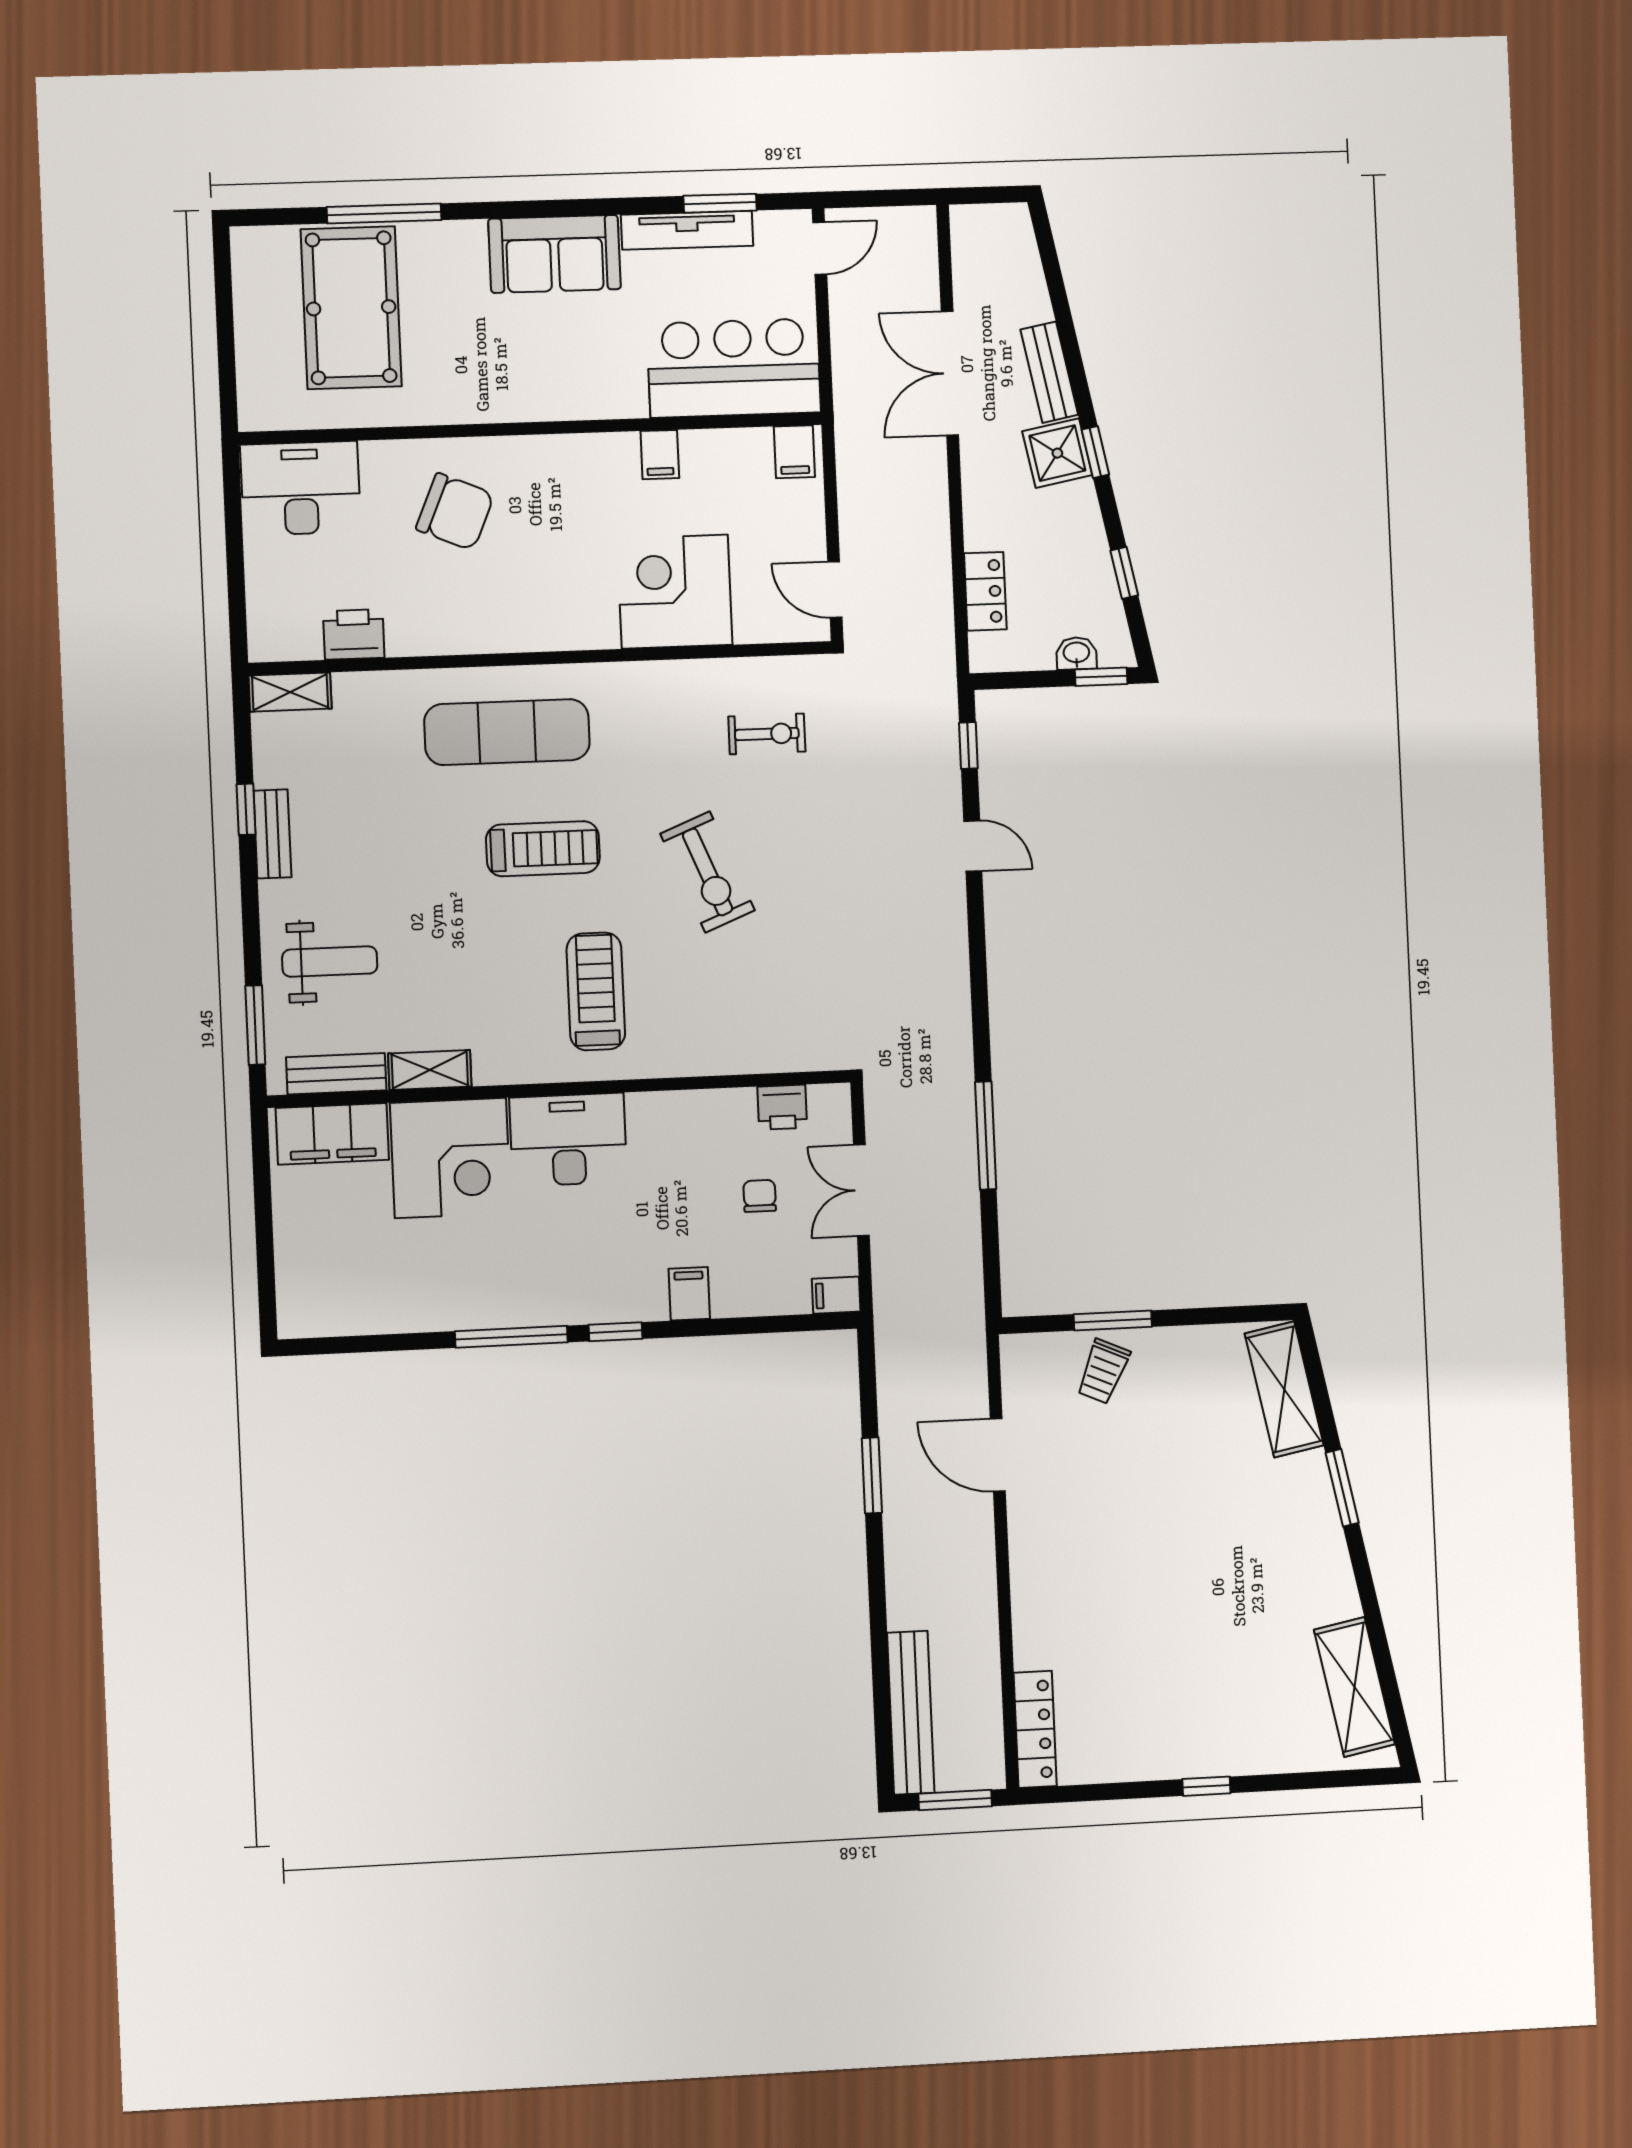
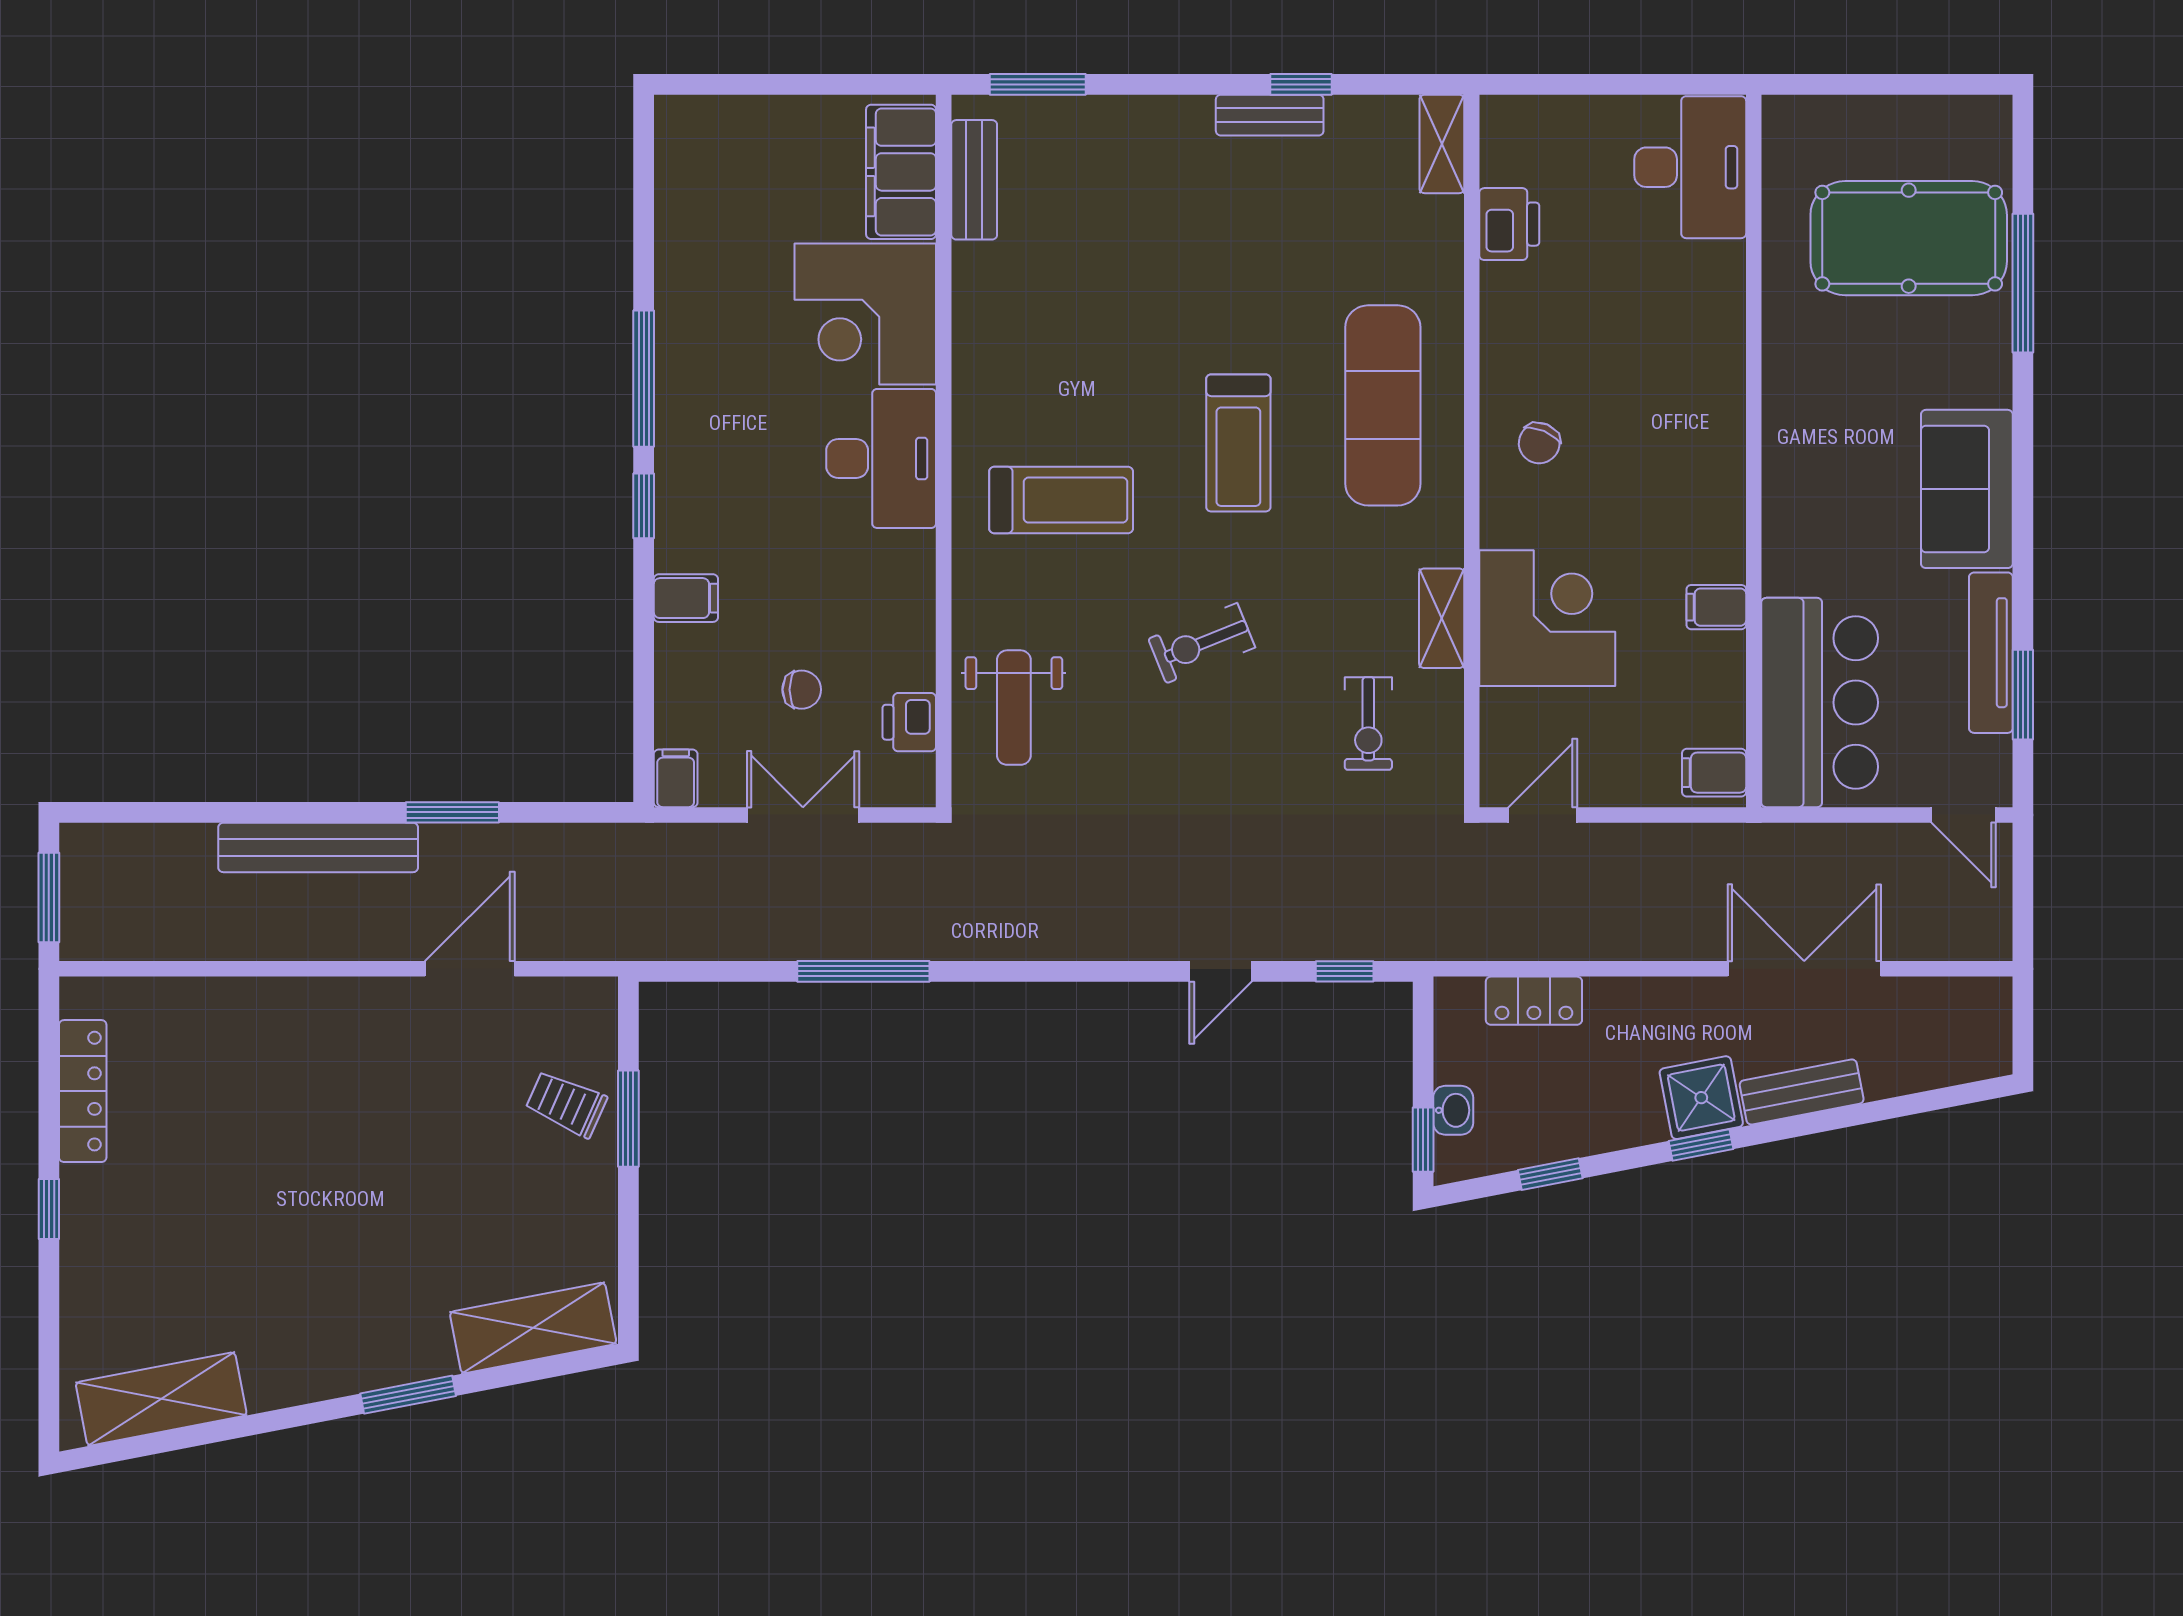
chair: (455, 512) -> (1539, 443), moved, width x0.54, depth x0.54
exercise bike: (707, 872) -> (1202, 643), width x0.73, depth x0.72
weight bench: (330, 962) -> (1014, 708), moved
shelving: (430, 1070) -> (1442, 618), moved
bench: (911, 1713) -> (318, 847), moved
locker: (1035, 1729) -> (83, 1091), moved, turned -90

